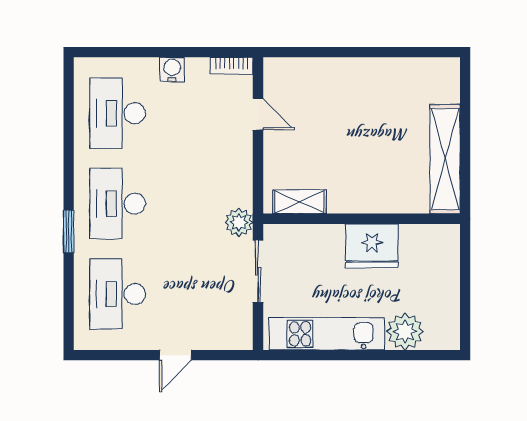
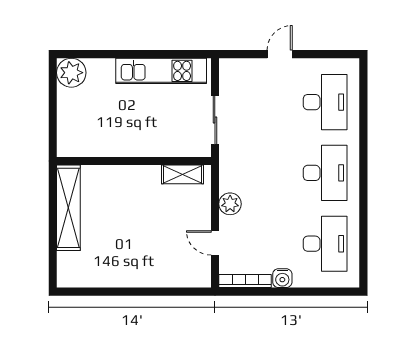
bookcase: (232, 66) -> (245, 281), width x1.56
plant: (239, 222) -> (230, 204), moved
window: (69, 232) -> (363, 151), removed
fridge: (372, 246) -> (126, 140), removed
plant: (405, 332) -> (71, 73), moved

